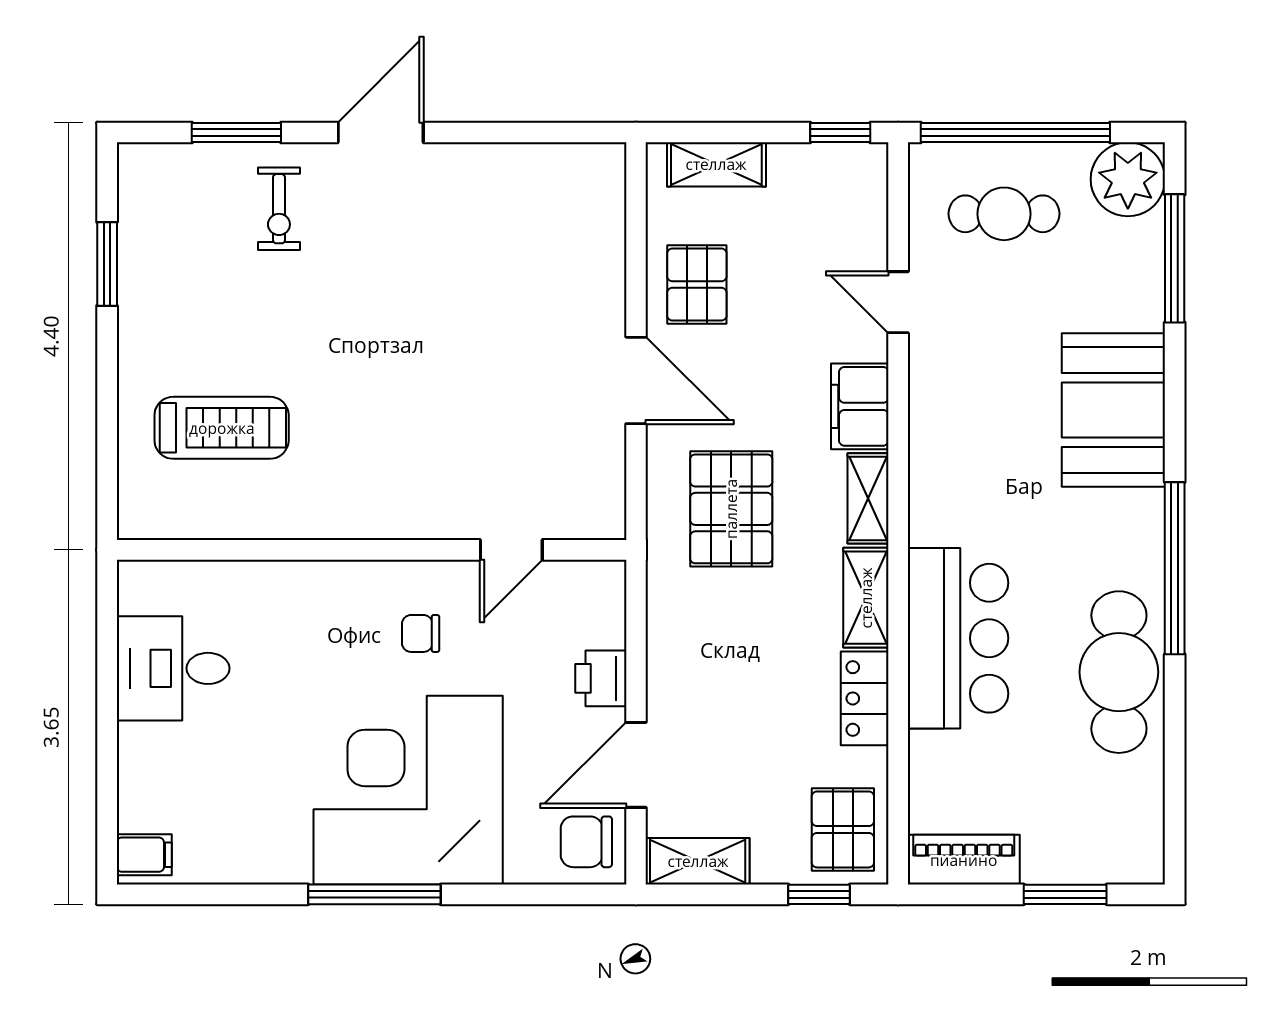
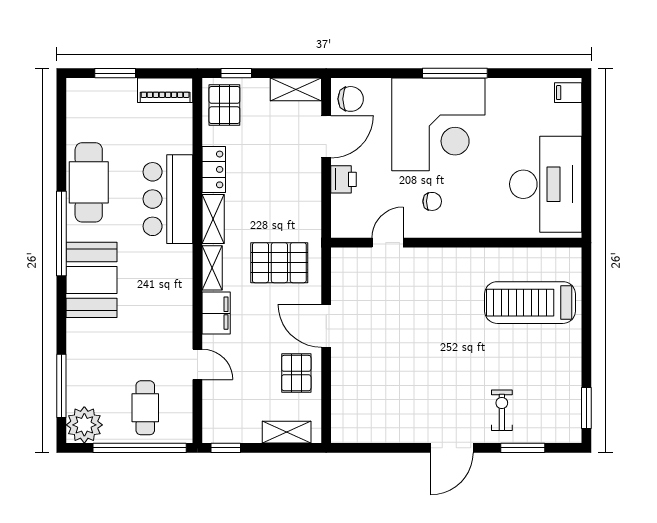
cafe table: (1004, 214) -> (145, 408), turned 90
window: (107, 264) -> (586, 408), moved
booth: (1113, 410) -> (91, 280), moved
treadmill: (222, 428) -> (530, 303), width x1.37, depth x1.38
pallet: (731, 509) -> (279, 263), turned 90
desk: (173, 668) -> (546, 184), width x1.87, depth x1.30

